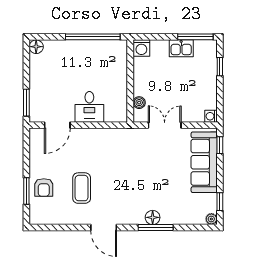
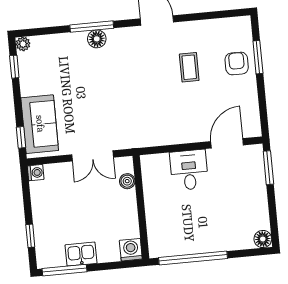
sofa: (204, 162) -> (40, 124), width x0.73
coffee table: (82, 188) -> (189, 67), width x0.73, depth x0.77

